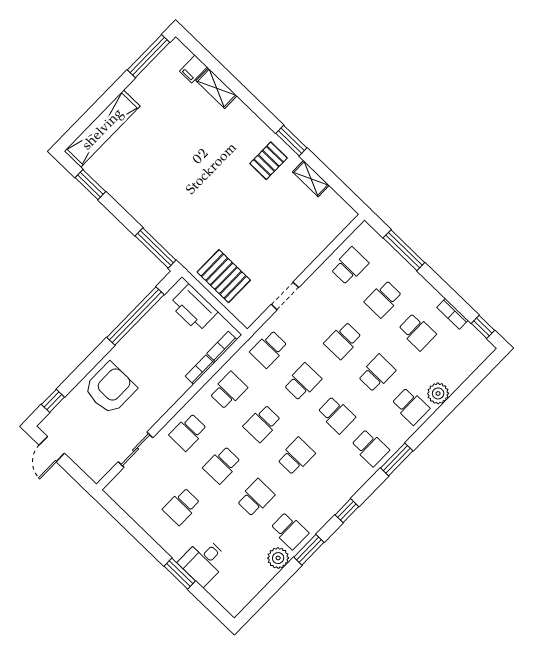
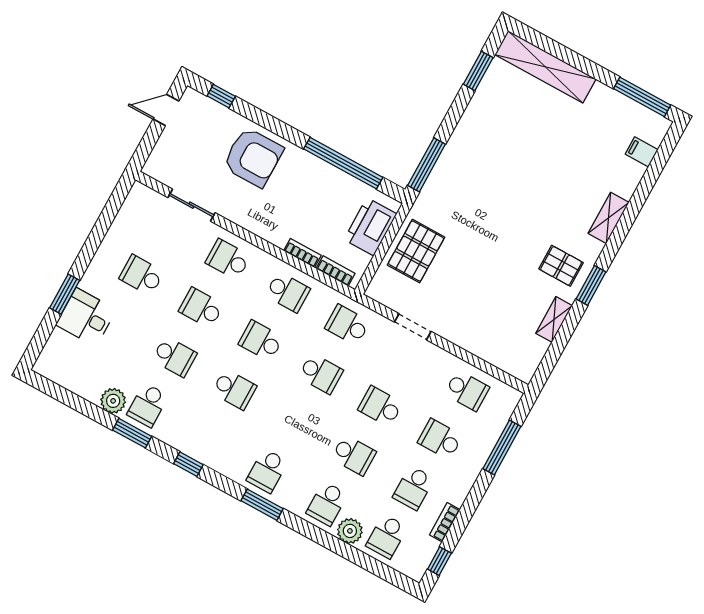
shelving: (217, 88) -> (609, 218), moved
school desk: (336, 415) -> (387, 536), moved

